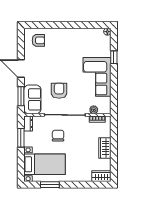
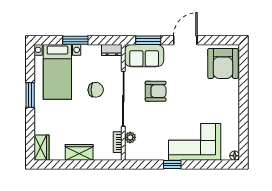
armchair: (38, 40) -> (223, 63), width x1.88, depth x1.88
window: (114, 57) -> (172, 164), moved
corner sofa: (97, 77) -> (195, 142), moved
window: (21, 138) -> (75, 40), moved
window: (50, 185) -> (30, 95), moved

